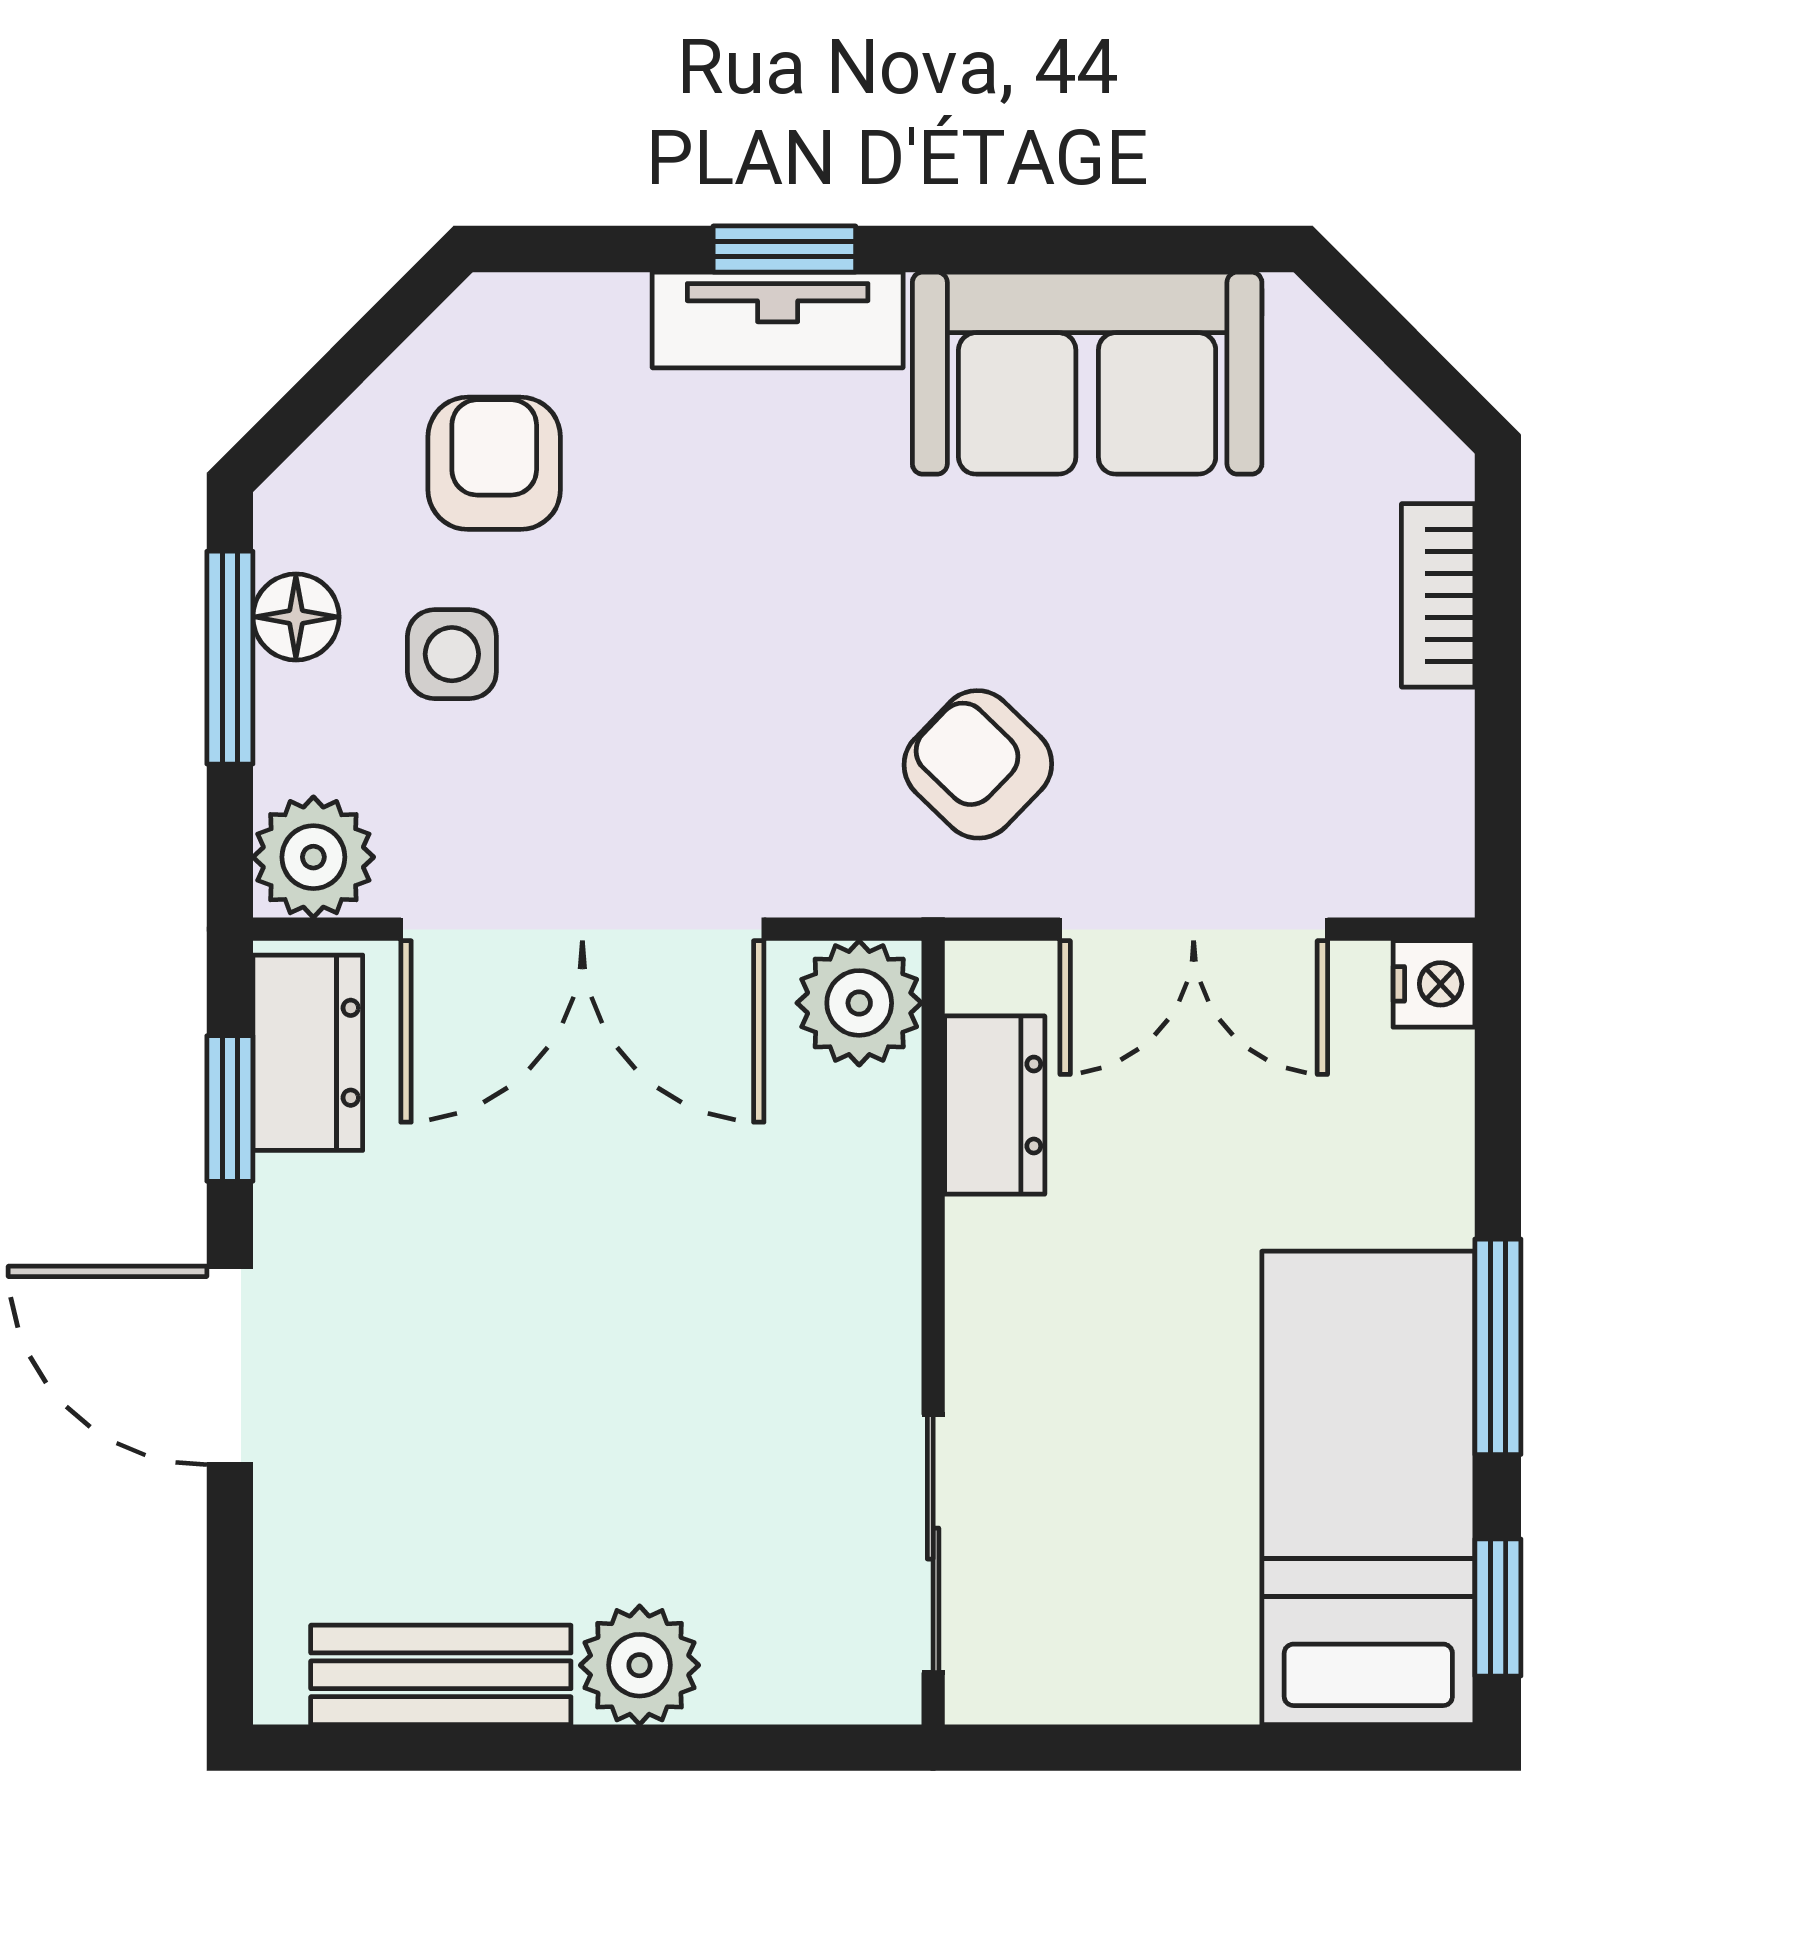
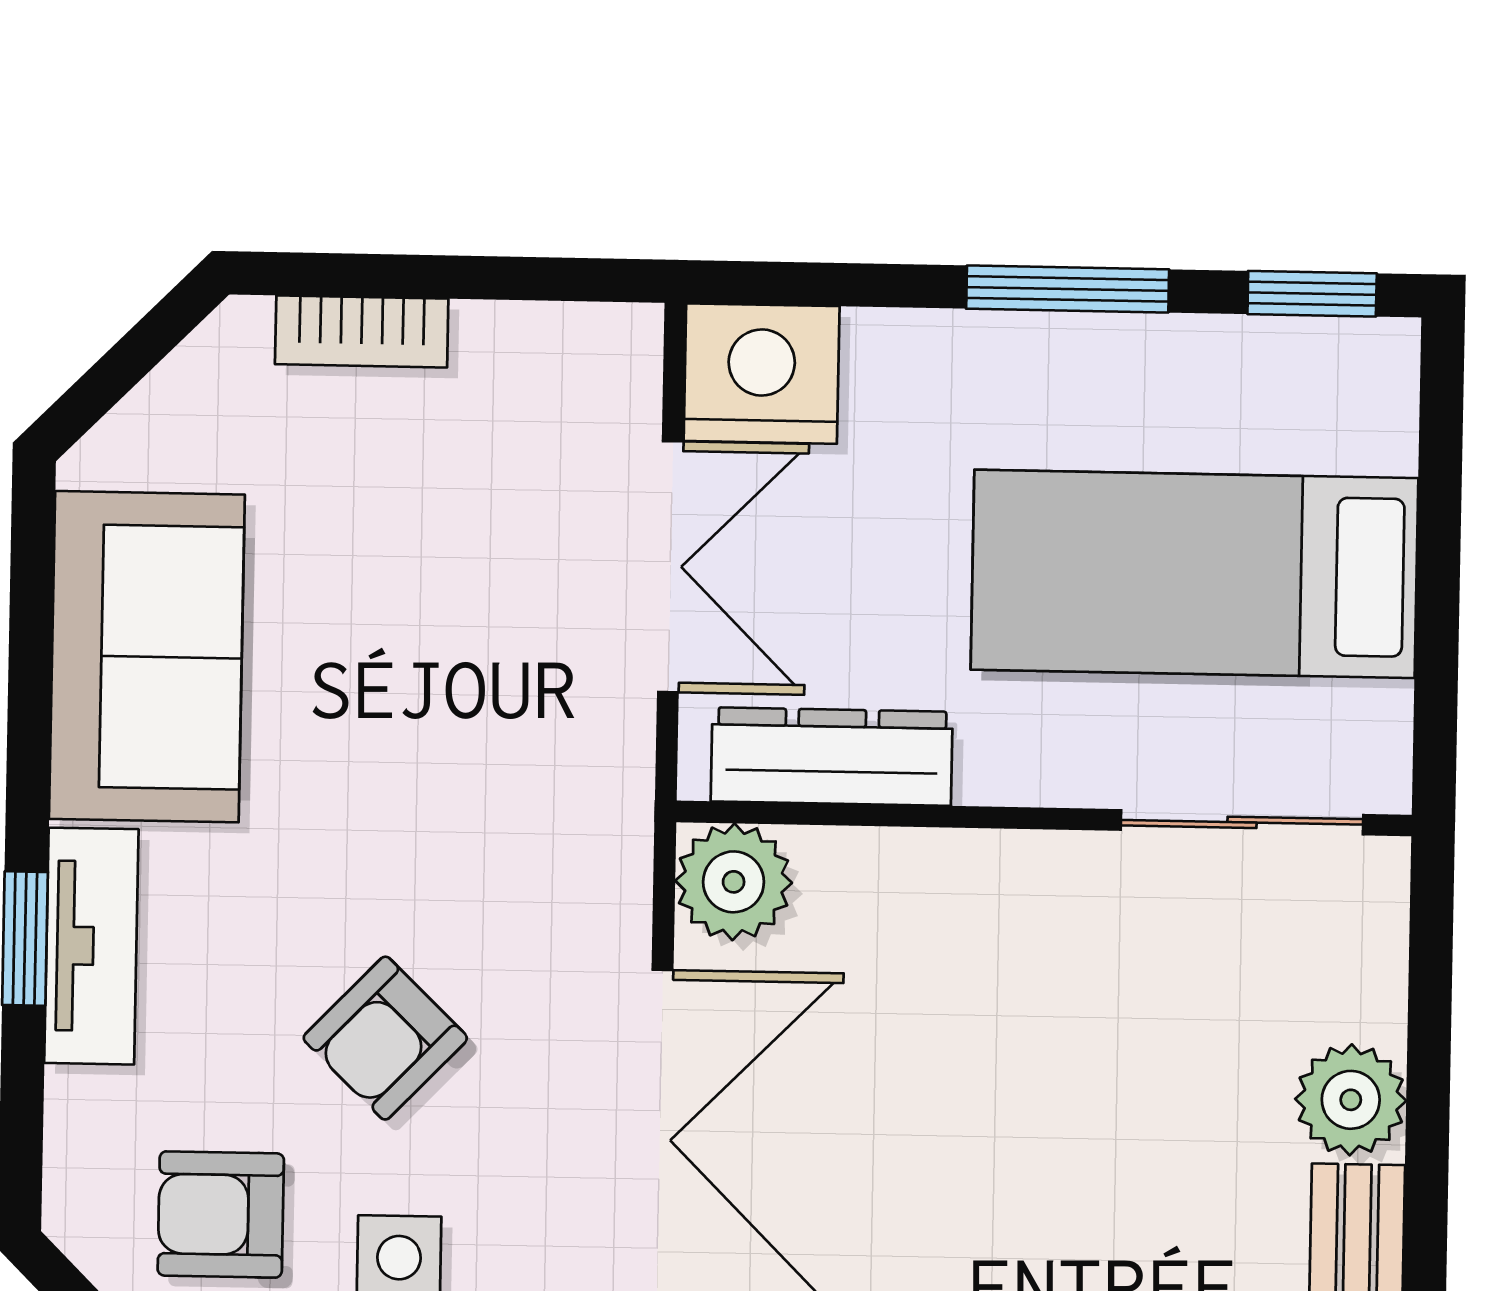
armchair: (978, 764) -> (385, 1038), moved
nightstand: (1434, 984) -> (762, 374), width x1.89, depth x1.79
dresser: (995, 1105) -> (832, 757), width x1.44
bed: (1368, 1488) -> (1194, 574), moved

